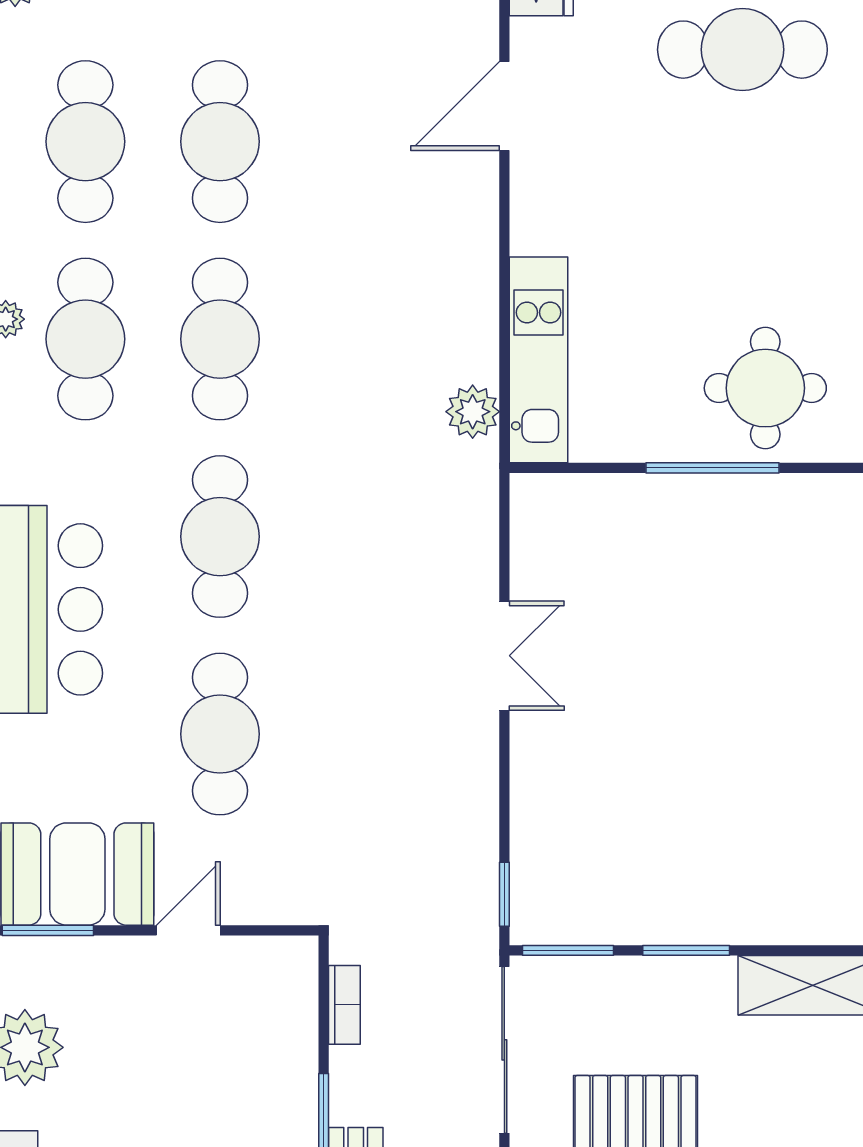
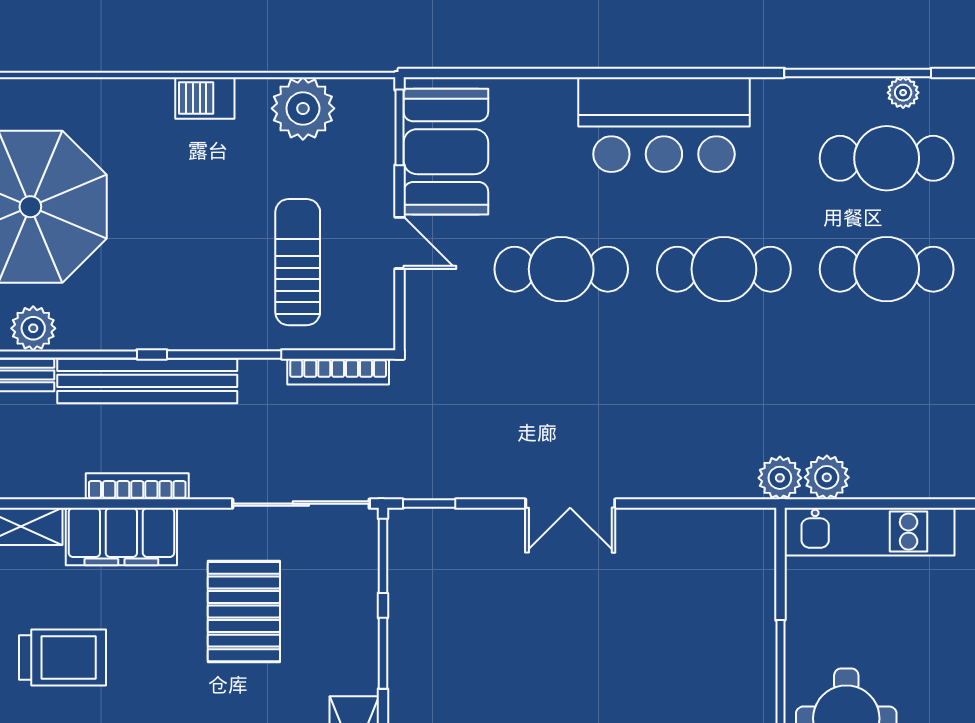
plant: (473, 469) -> (780, 478), added
double door: (504, 656) -> (570, 504), moved
bookcase: (344, 1005) -> (338, 372), width x1.56
sun lounger: (211, 1054) -> (298, 262), added

